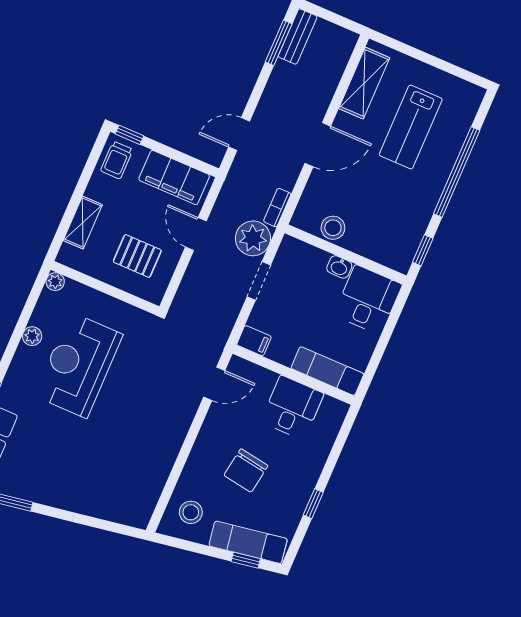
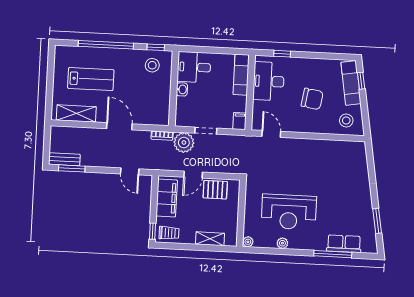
stool: (333, 228) -> (152, 65), moved
pallet: (137, 256) -> (215, 190), moved, turned 90
desk: (292, 408) -> (269, 81), width x1.37
window: (313, 504) -> (282, 54), moved

